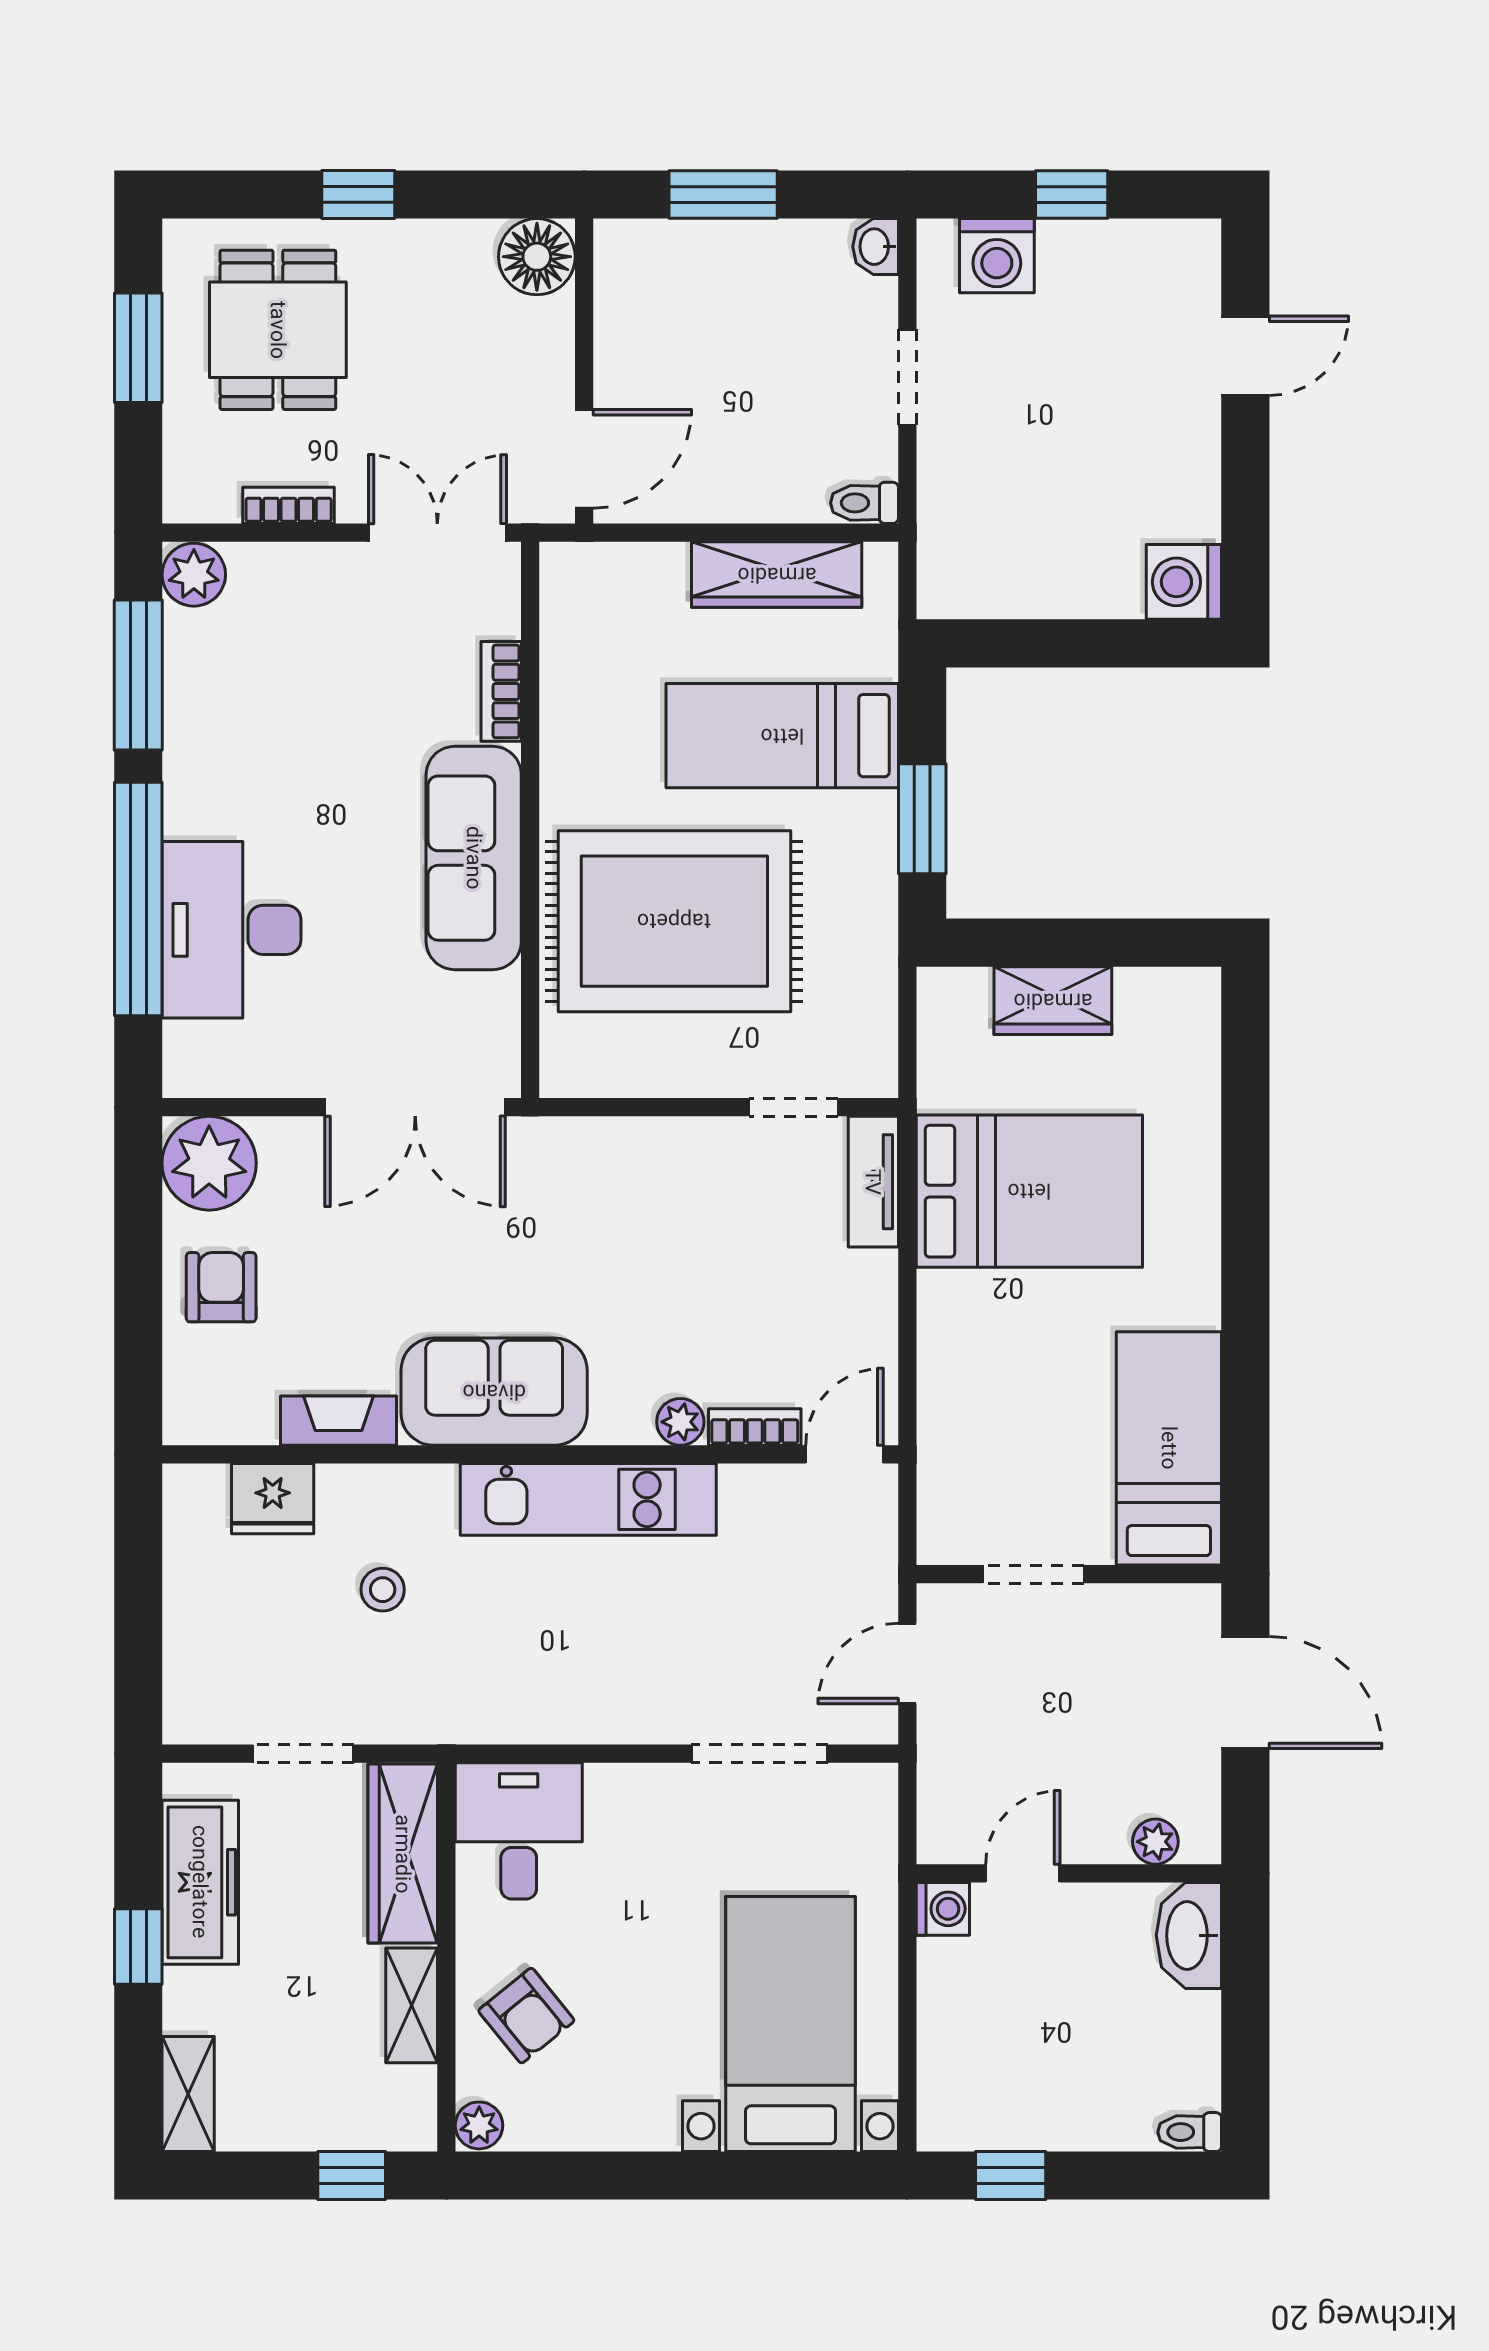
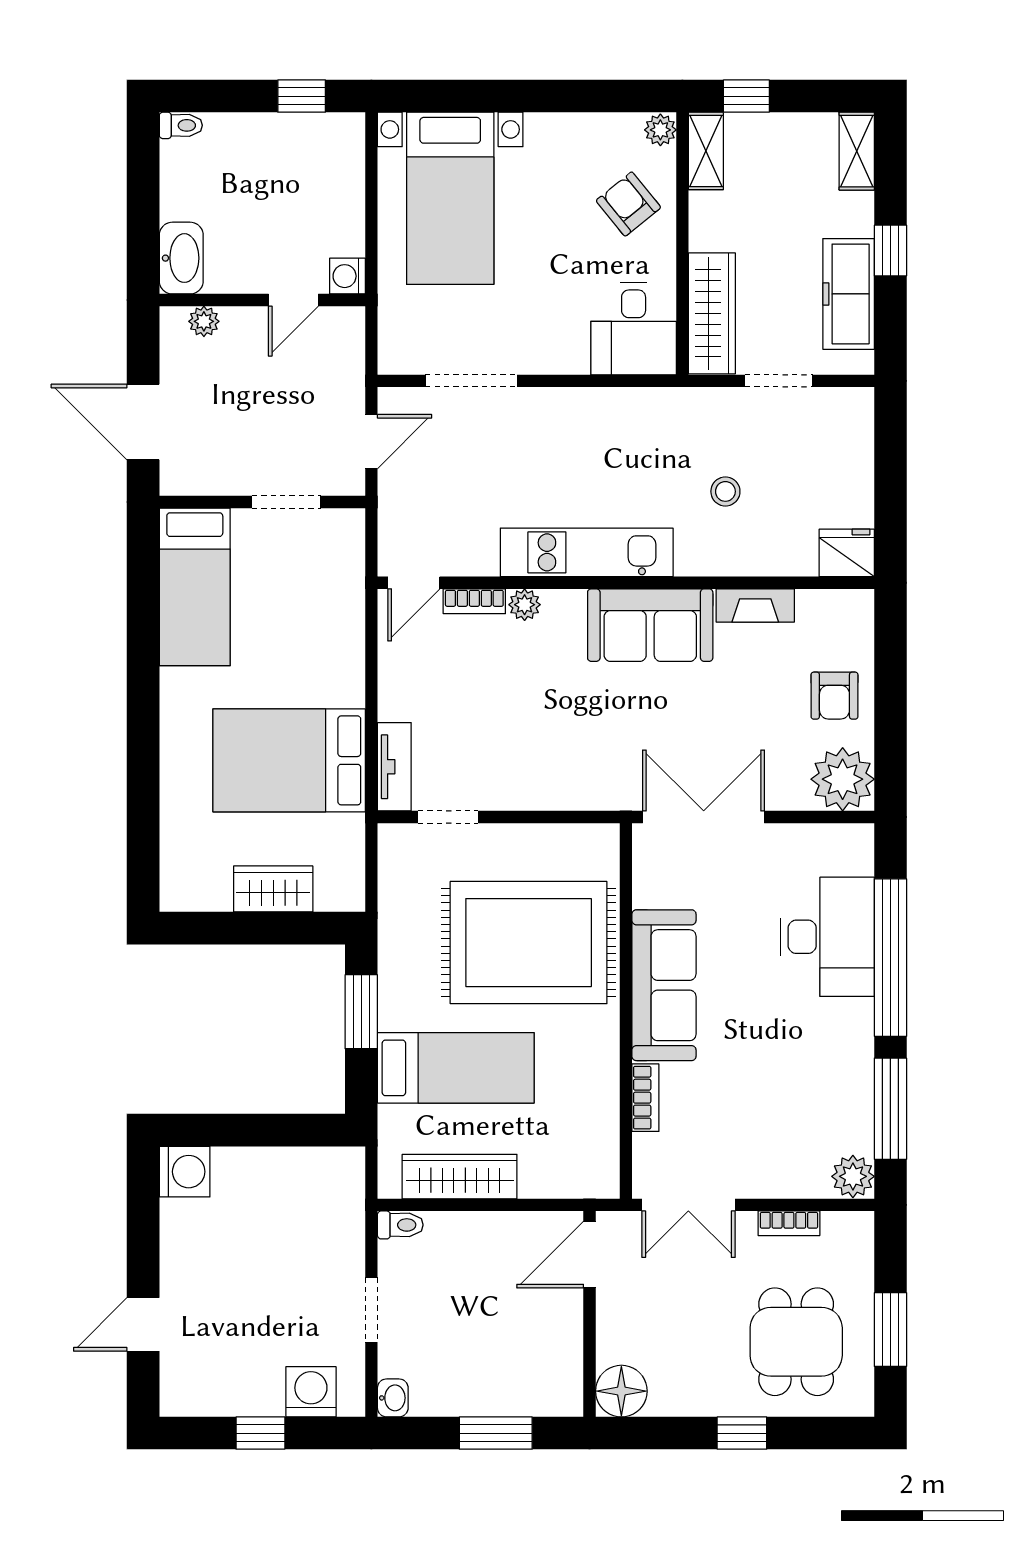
fridge: (273, 1499) -> (847, 553), moved
shelving: (412, 2005) -> (706, 151), moved

